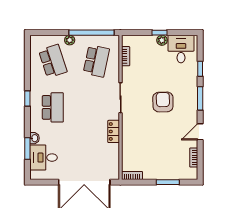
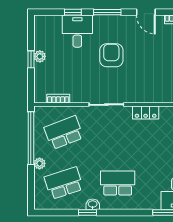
desk: (181, 49) -> (77, 31), moved, turned 90
school desk: (96, 61) -> (64, 133), turned -33
window: (27, 99) -> (88, 213), moved
armchair: (163, 102) -> (111, 55), turned 91
washbasin: (34, 138) -> (93, 204), moved

